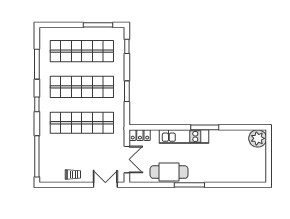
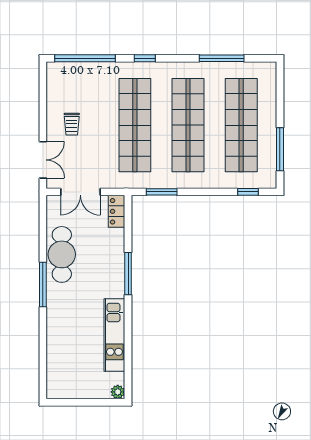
window: (127, 91) -> (162, 192), moved
window: (37, 104) -> (145, 58), moved
window: (205, 127) -> (128, 274), moved
kitchen unit: (184, 137) -> (114, 335), moved
plant: (258, 138) -> (118, 392), width x0.53, depth x0.53
trolley: (73, 174) -> (72, 124), moved

